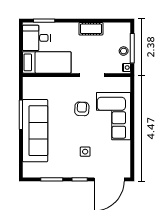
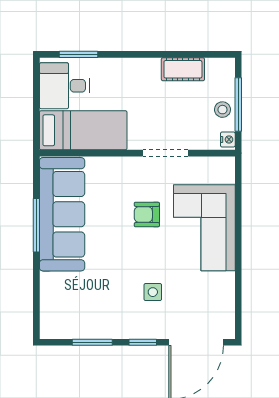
cot: (91, 29) -> (183, 69), moved
armchair: (82, 109) -> (147, 214), turned -93
sofa: (35, 131) -> (62, 214), moved

